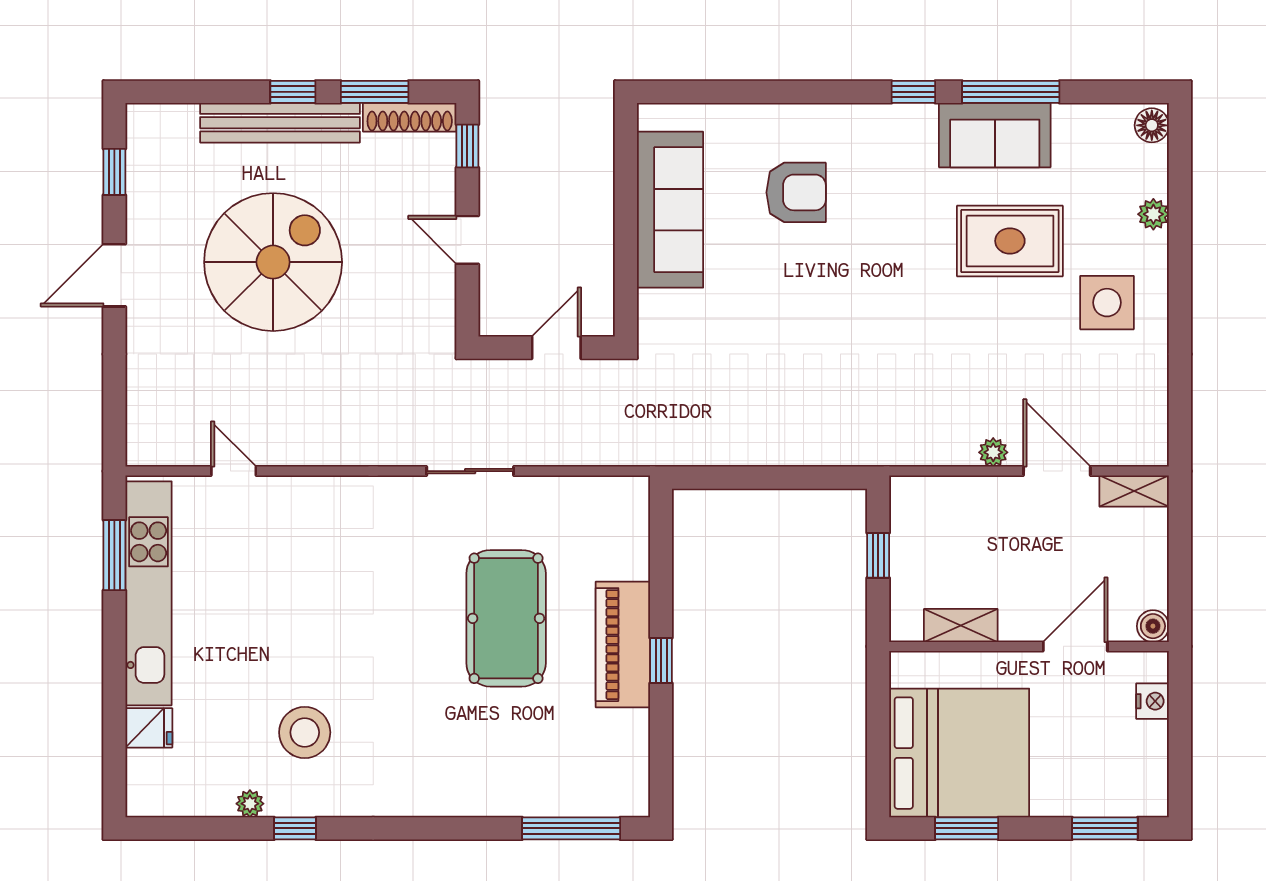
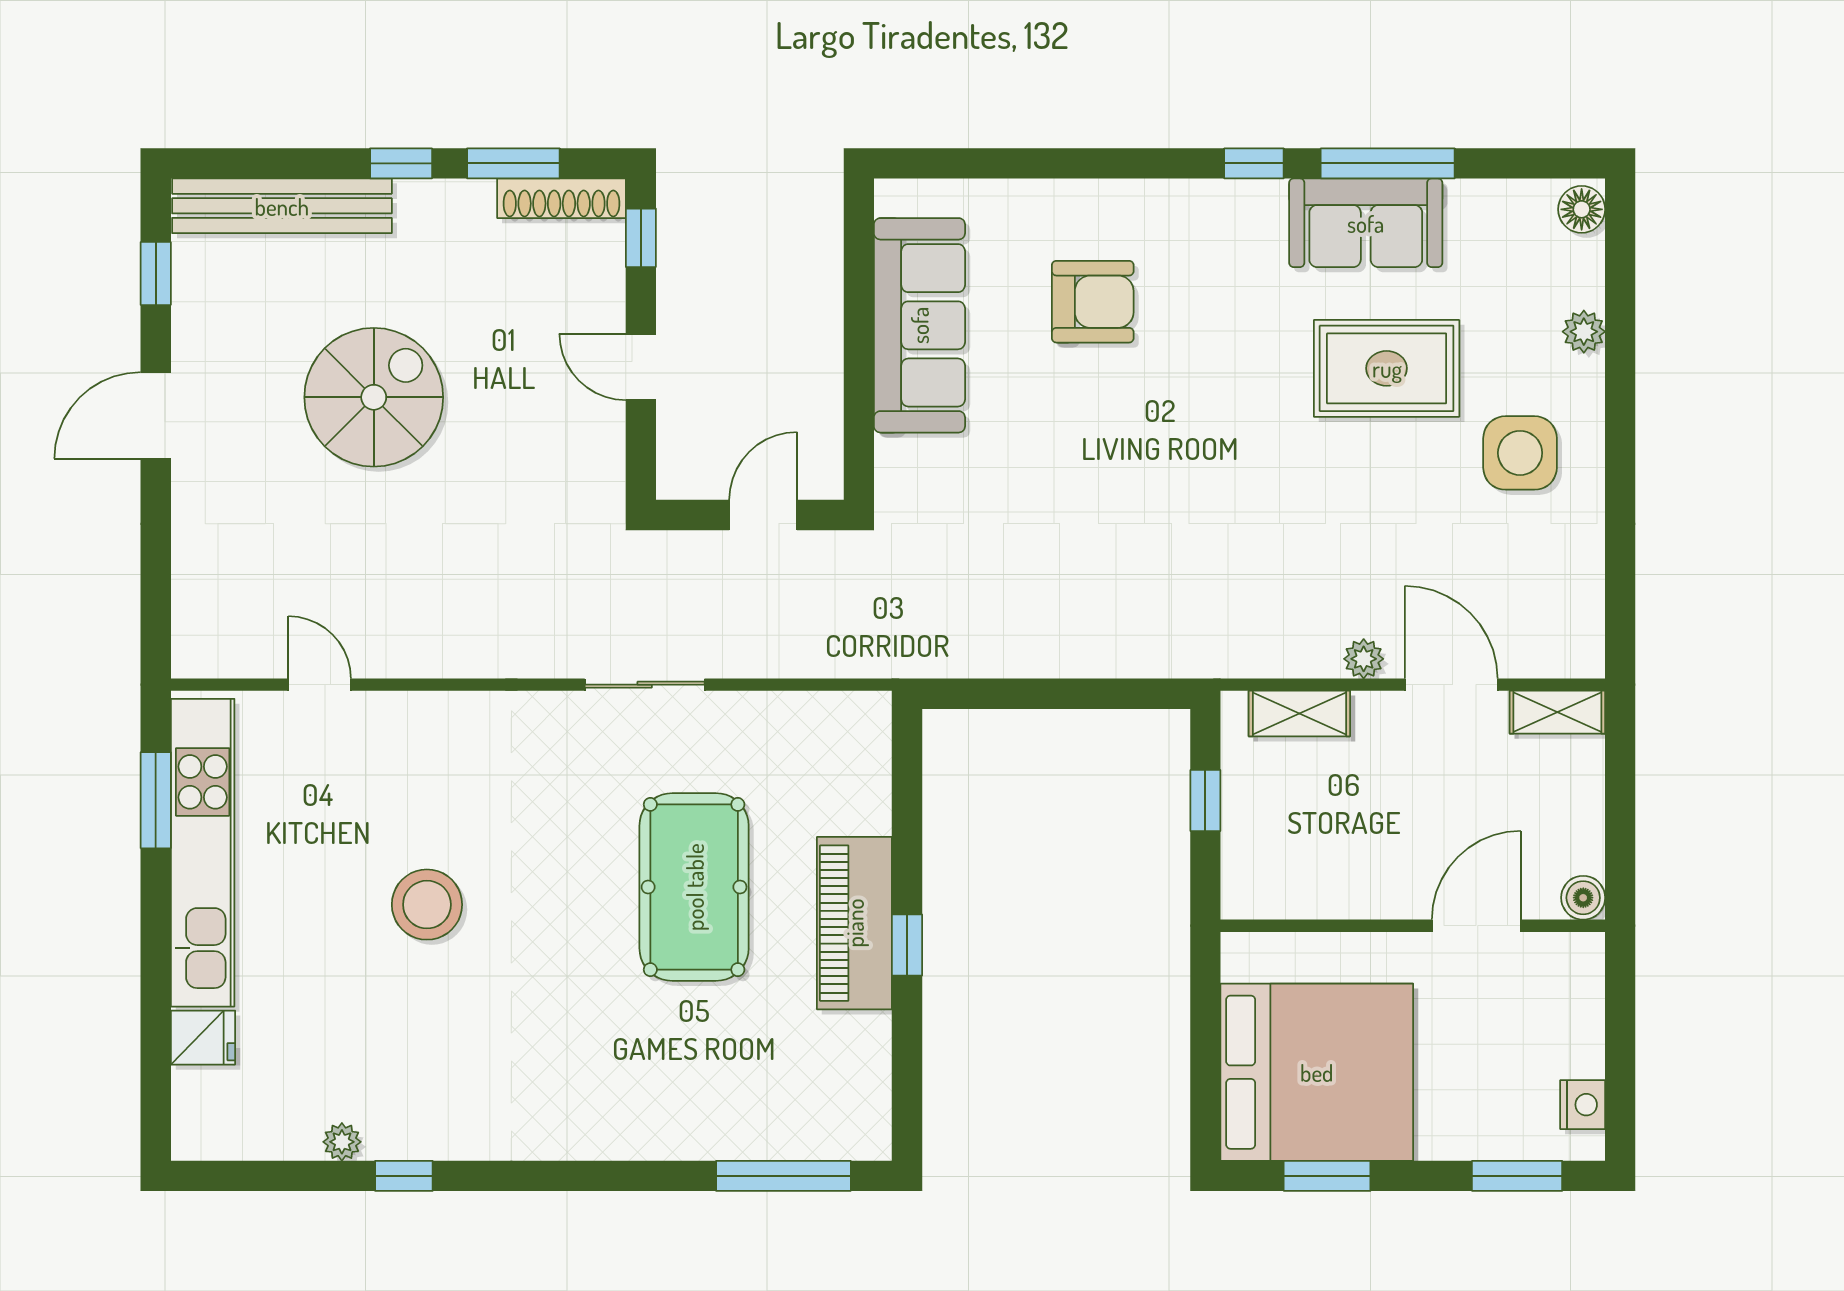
bench: (280, 123) -> (282, 206), moved
spiral stairs: (273, 262) -> (374, 397), width x0.73, depth x0.73
shelving: (961, 625) -> (1299, 714), moved
nightstand: (1153, 701) -> (1583, 1105), moved
stool: (305, 732) -> (427, 905), moved

